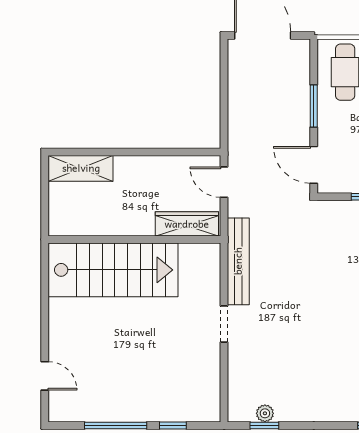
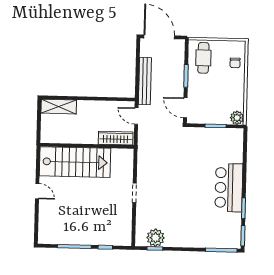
bench: (238, 261) -> (145, 81), moved
door: (45, 376) -> (37, 191), moved
plant: (265, 413) -> (156, 238), width x1.88, depth x1.88

